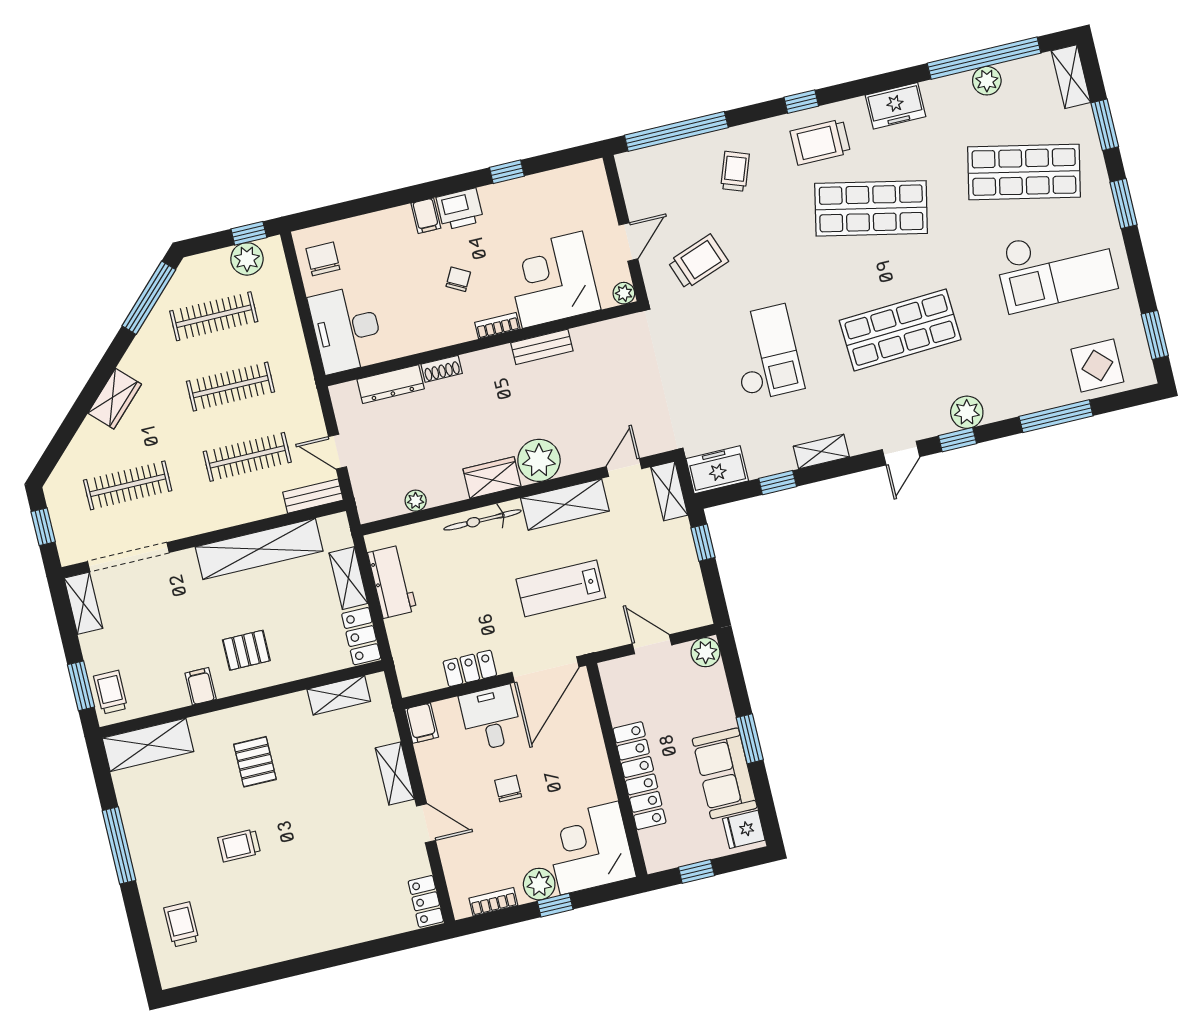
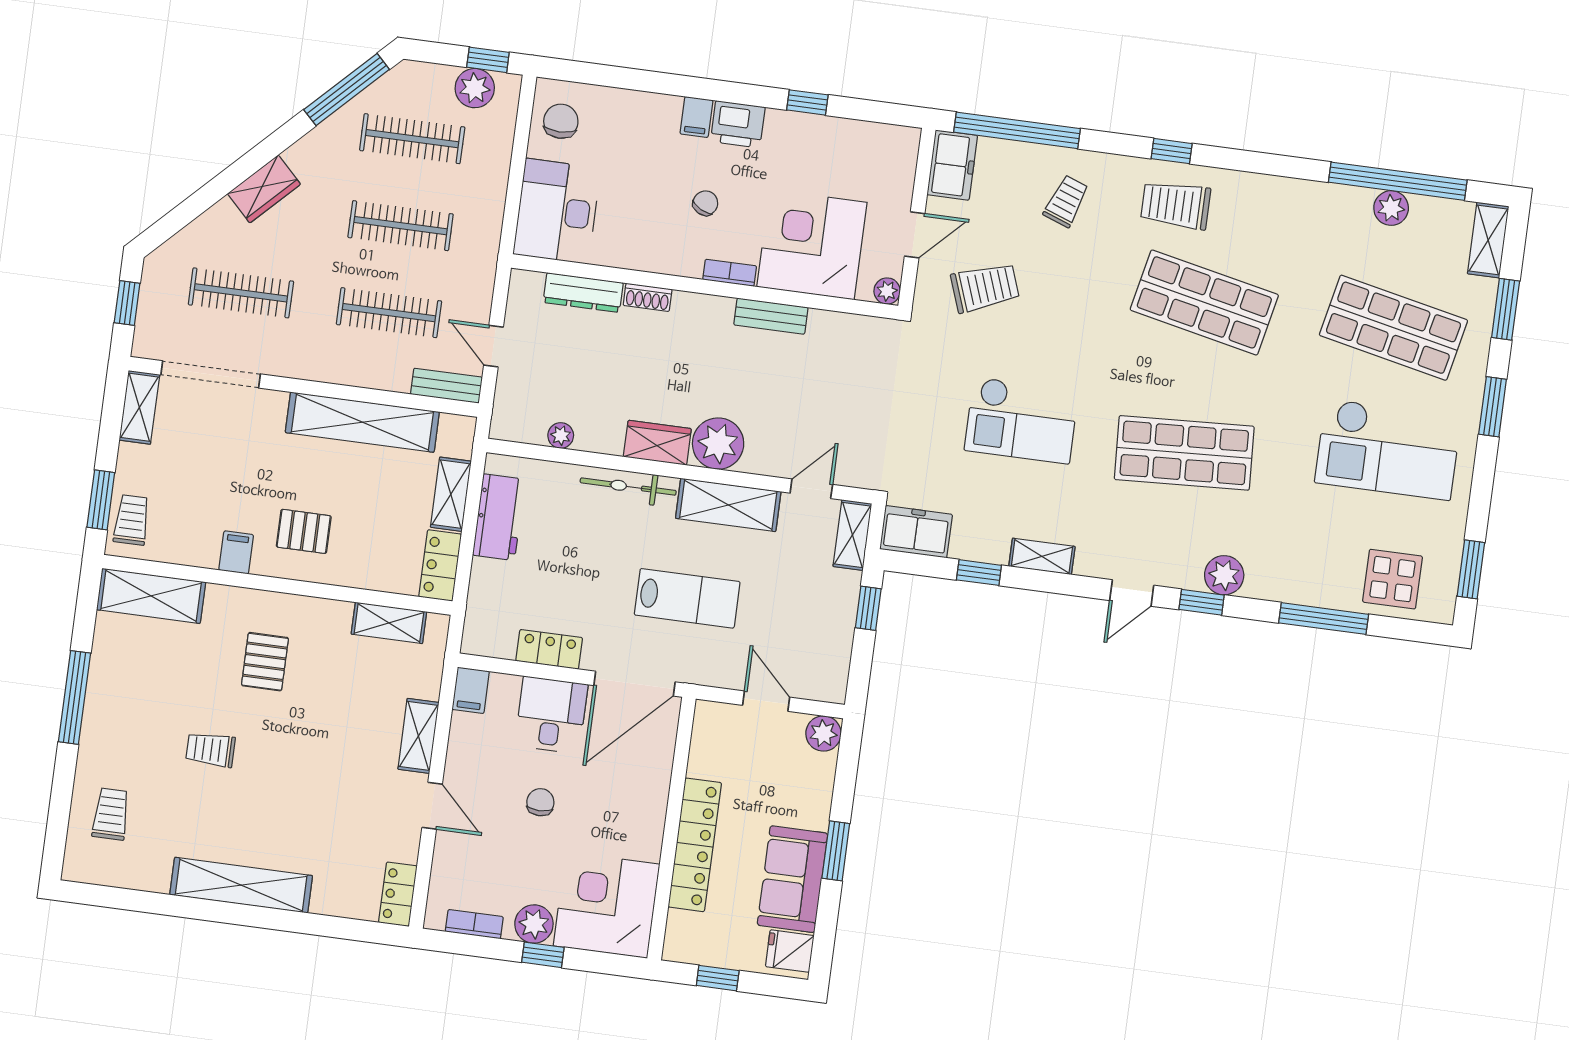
freezer: (896, 106) -> (952, 165), moved, turned -90
checkout: (765, 353) -> (1021, 420), turned 90
lab bench: (561, 588) -> (687, 598), turned 180
shelving: (303, 941) -> (241, 885), added

